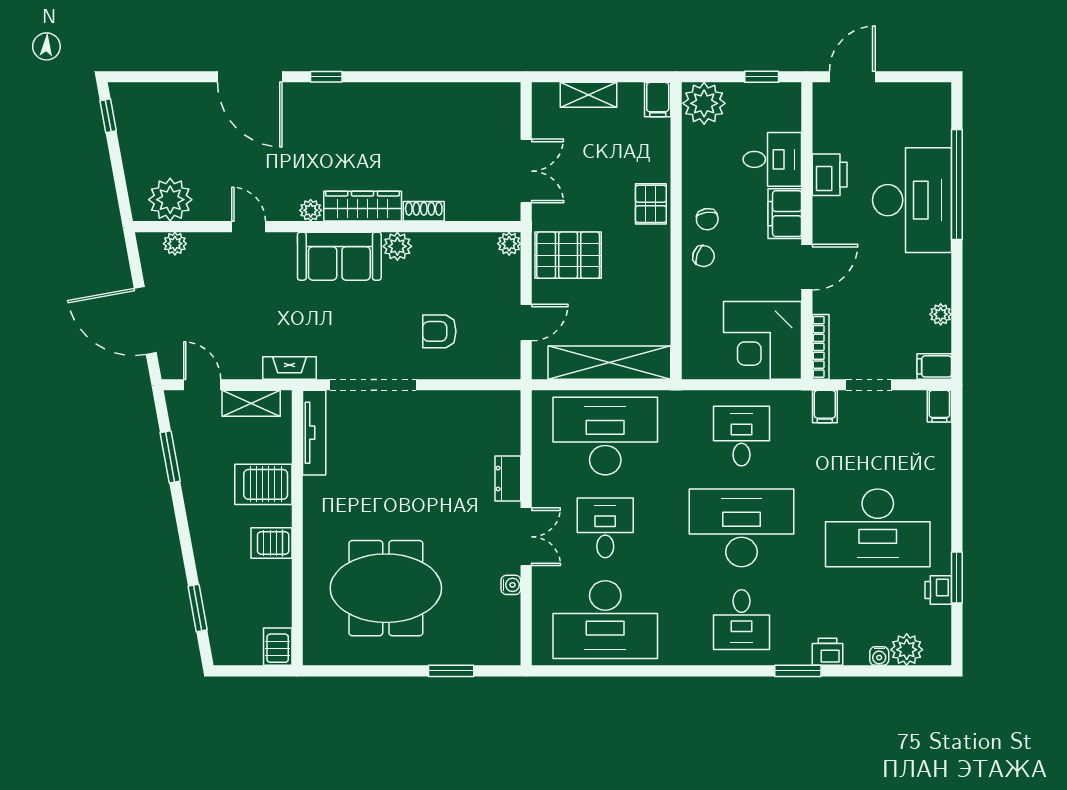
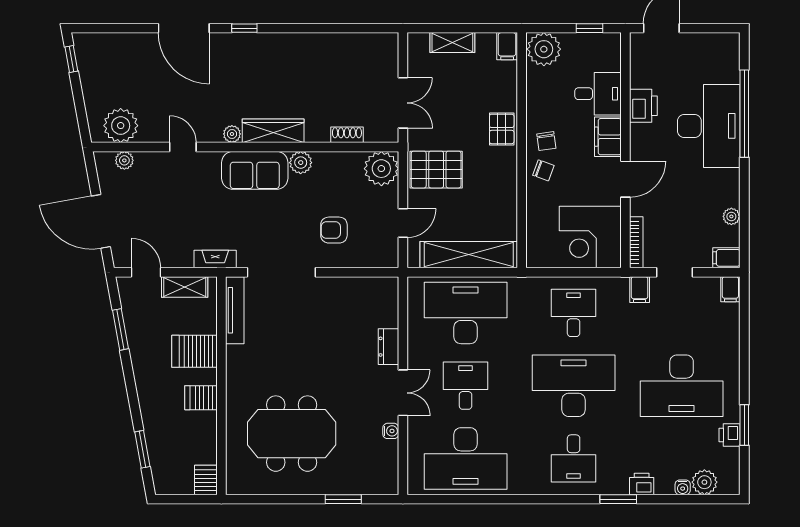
shoe rack: (424, 211) -> (347, 135), moved
plant: (509, 244) -> (381, 169), width x1.88, depth x1.88

